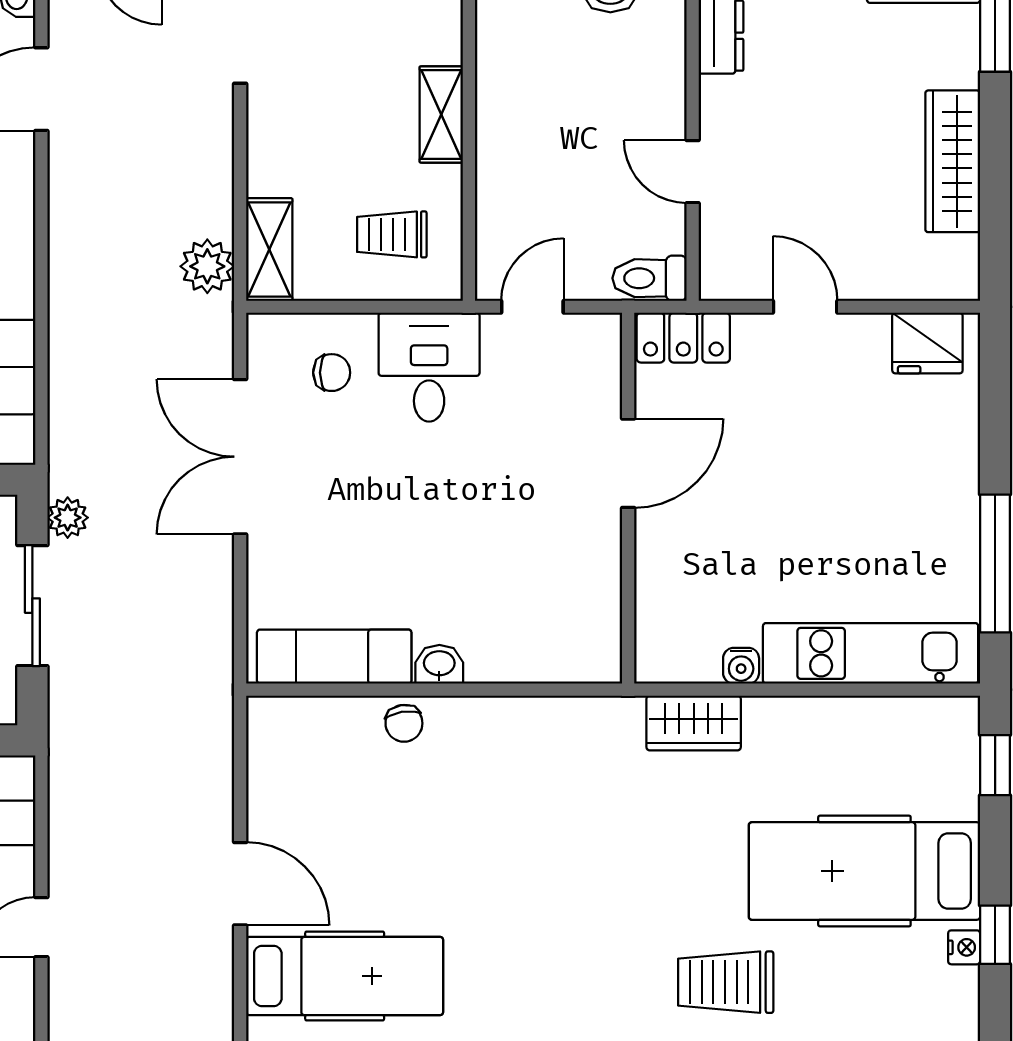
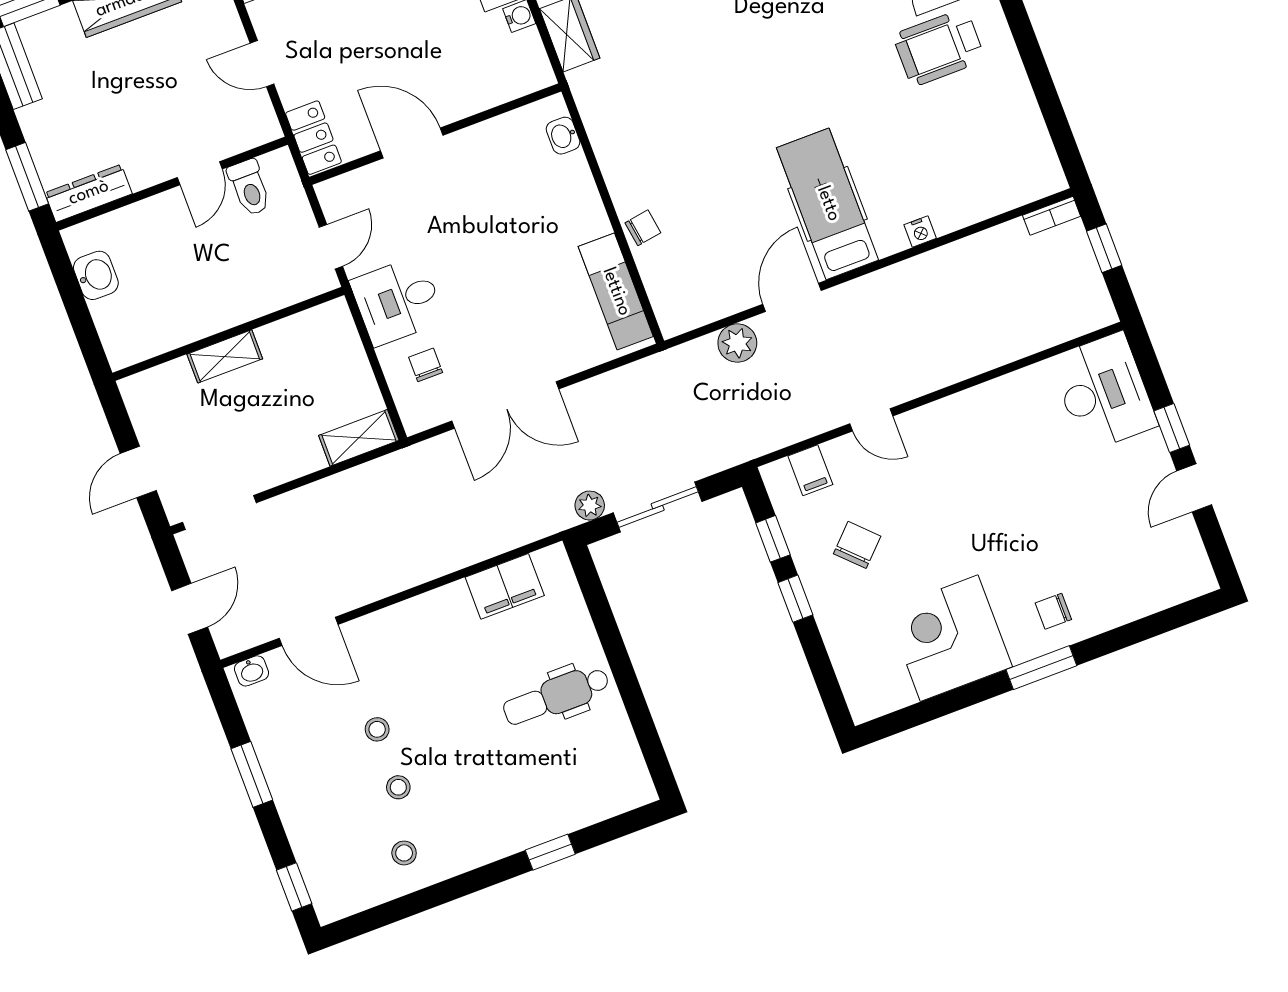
trolley: (392, 234) -> (318, 359), removed
plant: (207, 266) -> (737, 343), moved
toilet: (650, 278) -> (249, 188), moved
door: (532, 307) -> (331, 247), swing flipped
door: (805, 307) -> (262, 64), hinge flipped
washbasin: (439, 664) -> (563, 136), moved

